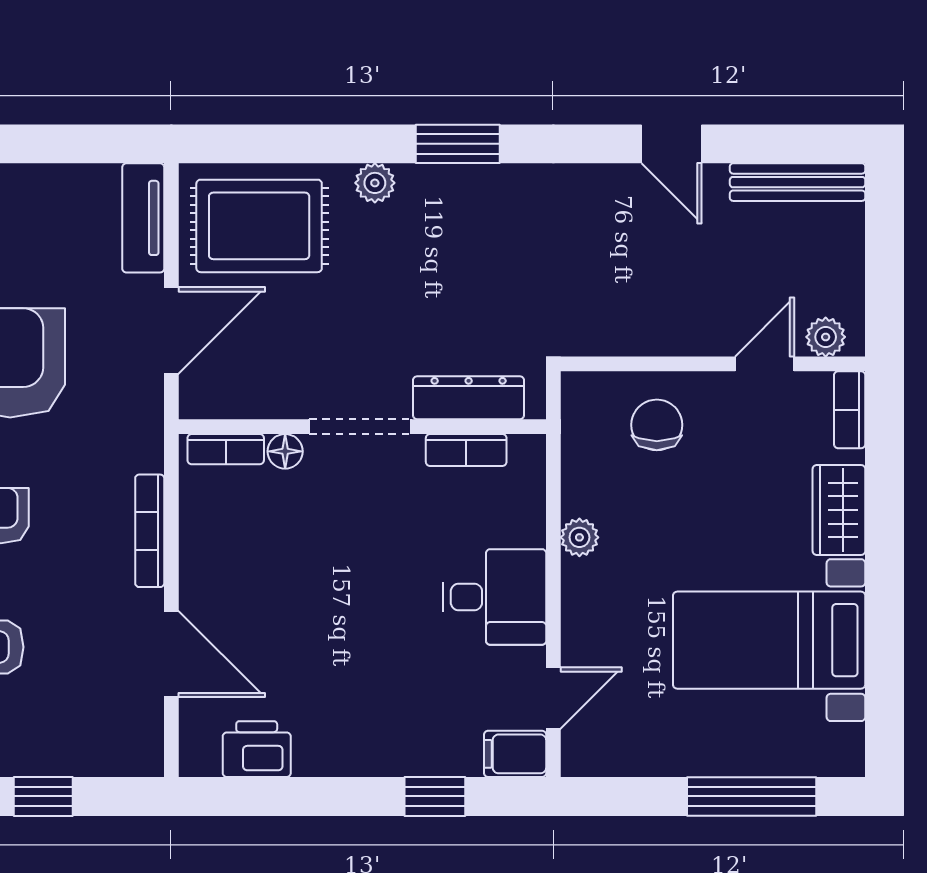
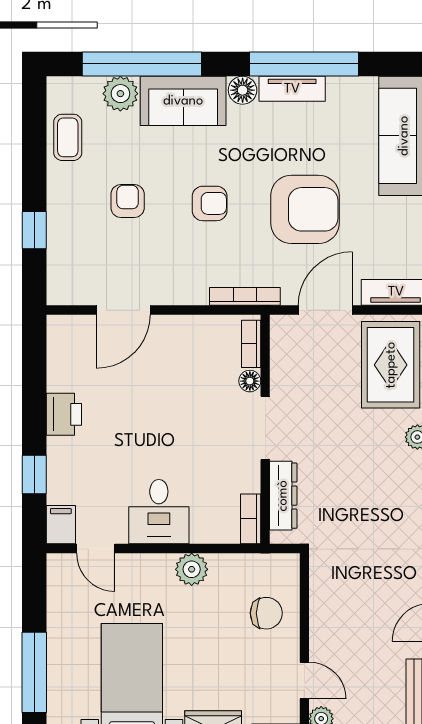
door: (171, 330) -> (325, 310), swing flipped
bookcase: (466, 450) -> (251, 519), moved
bookcase: (150, 531) -> (245, 296), moved
plant: (579, 537) -> (192, 569), width x1.38, depth x1.38
printer: (257, 749) -> (64, 414), moved

